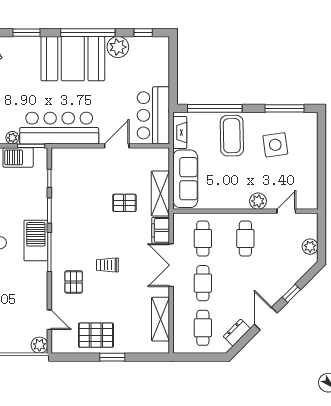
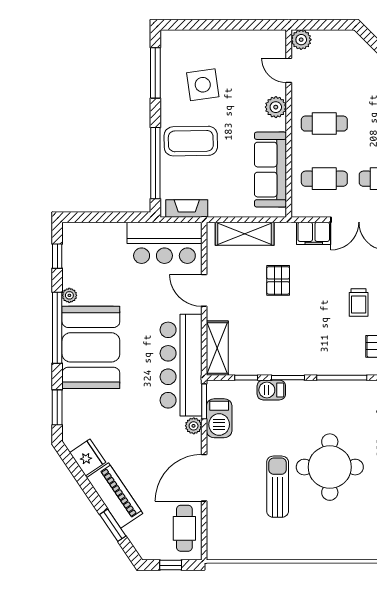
plant: (118, 47) -> (69, 295), width x0.53, depth x0.53
shelving: (72, 156) -> (217, 348), added
sofa: (185, 179) -> (271, 170), moved, turned -90
shelving: (160, 194) -> (245, 234), moved
barbecue: (36, 241) -> (271, 390), moved, width x0.53, depth x0.65
plant: (310, 247) -> (301, 40), moved

